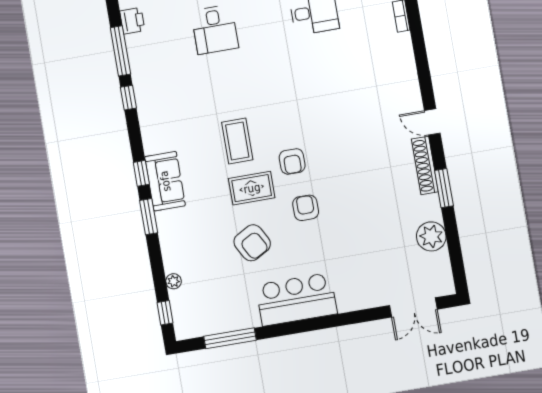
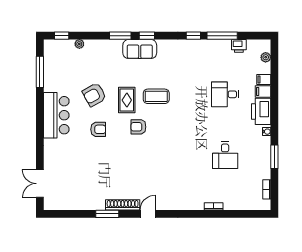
armchair: (306, 208) -> (98, 129), moved
plant: (431, 236) -> (80, 201), removed

